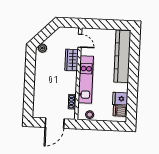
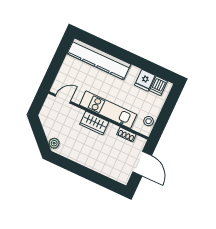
wardrobe: (72, 60) -> (94, 123), moved

